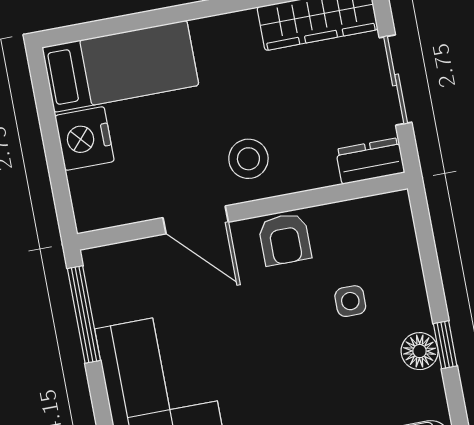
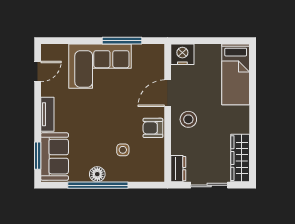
nightstand: (85, 139) -> (182, 54), moved
window: (84, 314) -> (122, 41), moved
window: (445, 345) -> (98, 185), width x3.17

